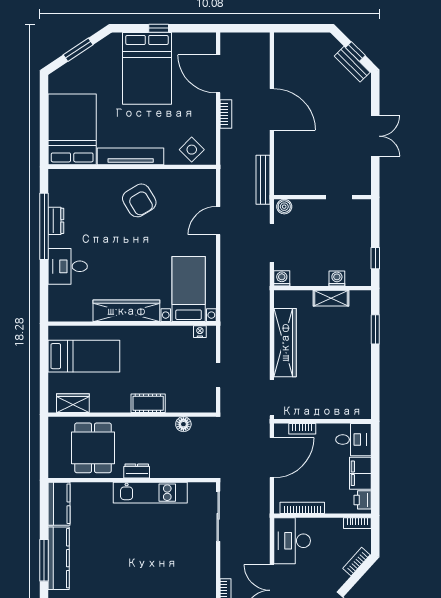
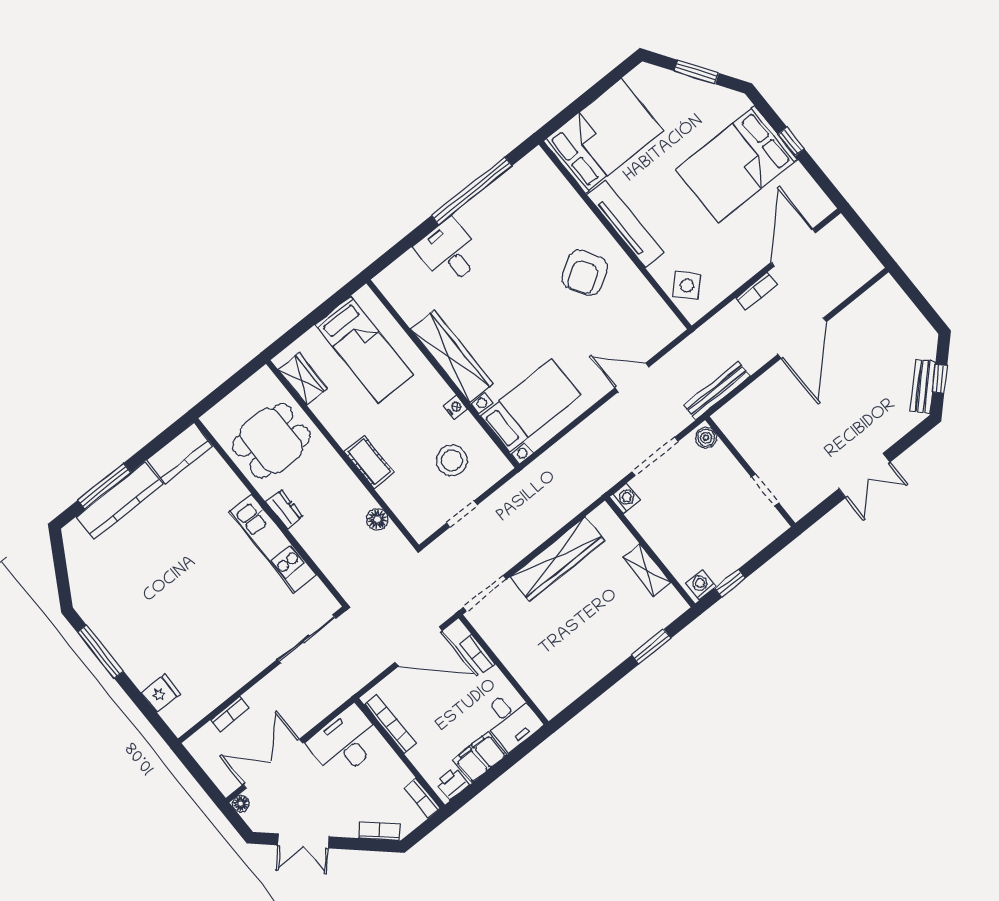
dresser: (56, 221) -> (488, 199), removed
washing machine: (337, 278) -> (701, 585), moved, turned -90
nightstand: (200, 332) -> (455, 408), moved
stool: (184, 357) -> (452, 460), added

